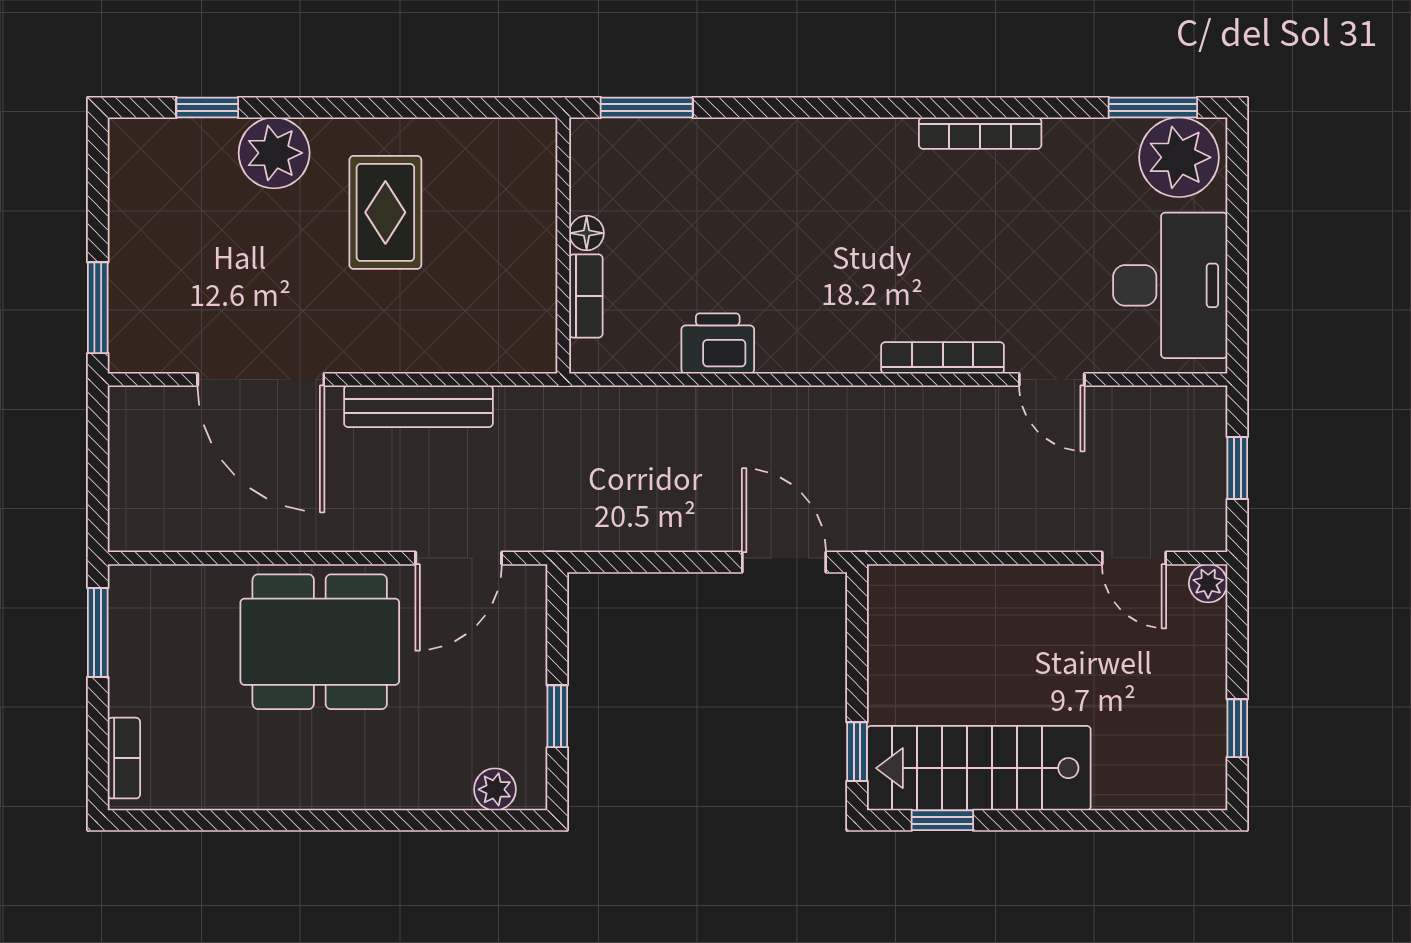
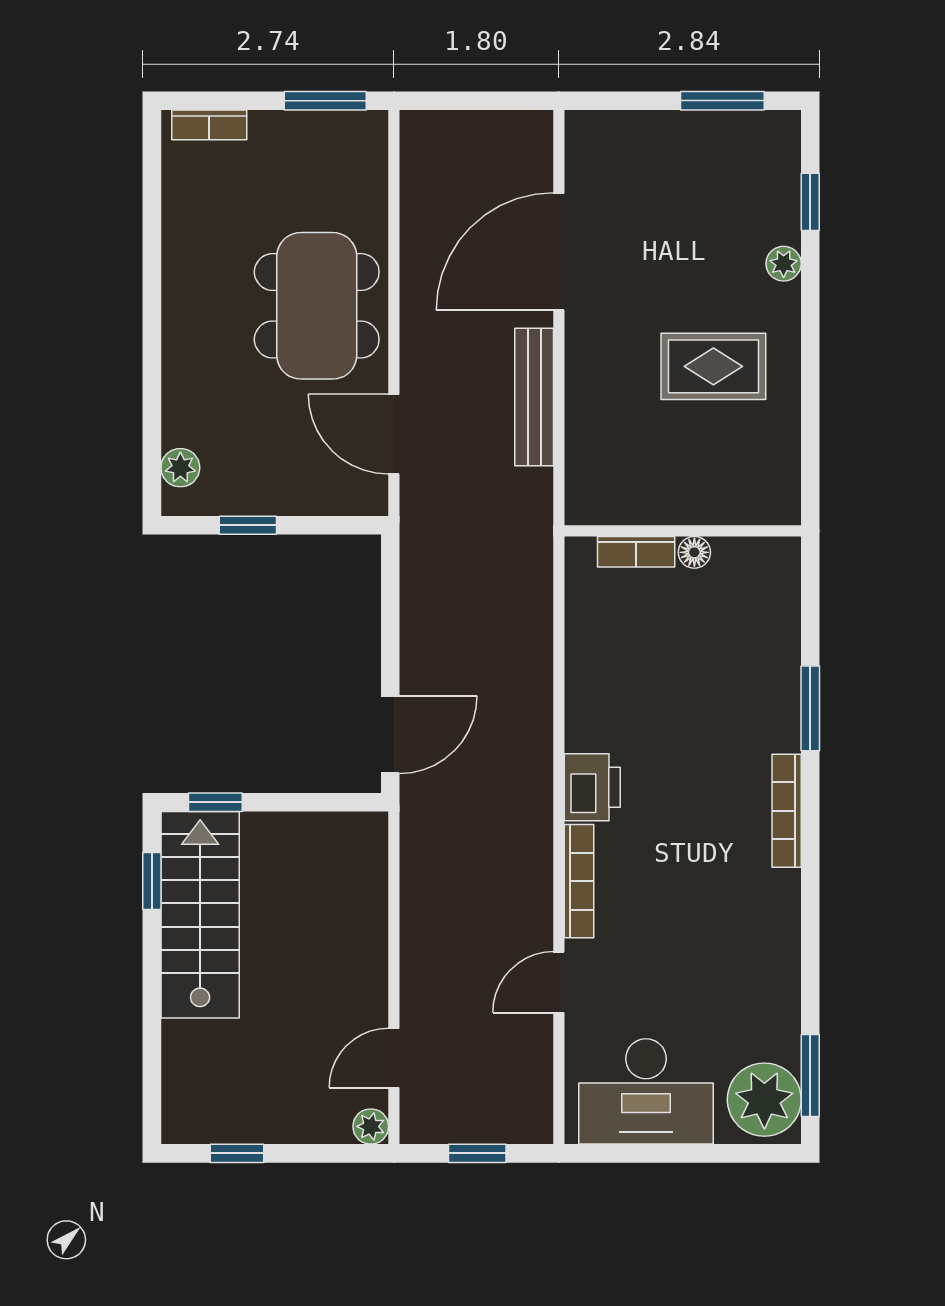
window: (647, 108) -> (810, 708), moved
bookcase: (980, 133) -> (787, 811), moved
plant: (274, 153) -> (784, 264), width x0.53, depth x0.53
window: (98, 308) -> (722, 101), moved
printer: (718, 344) -> (592, 787), moved

